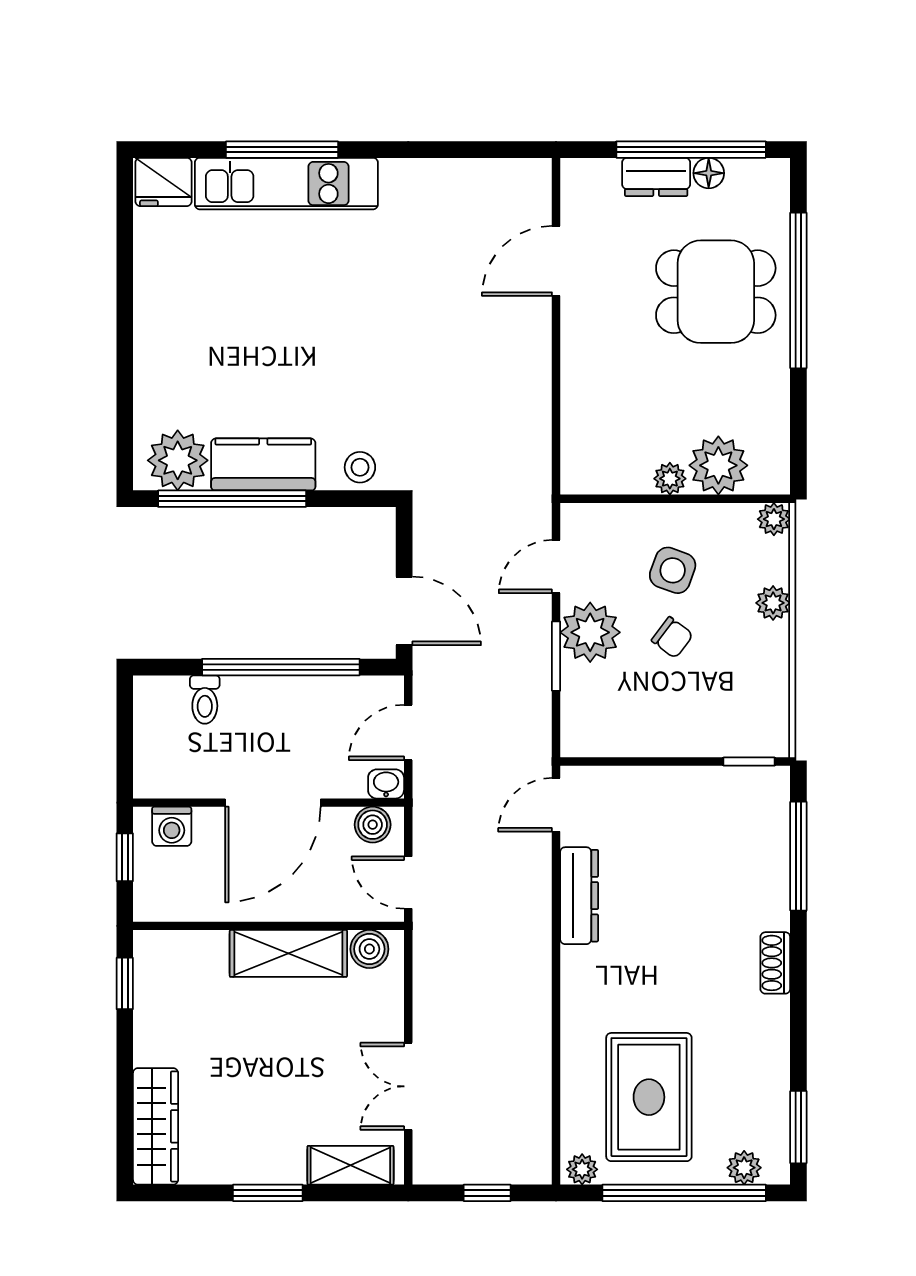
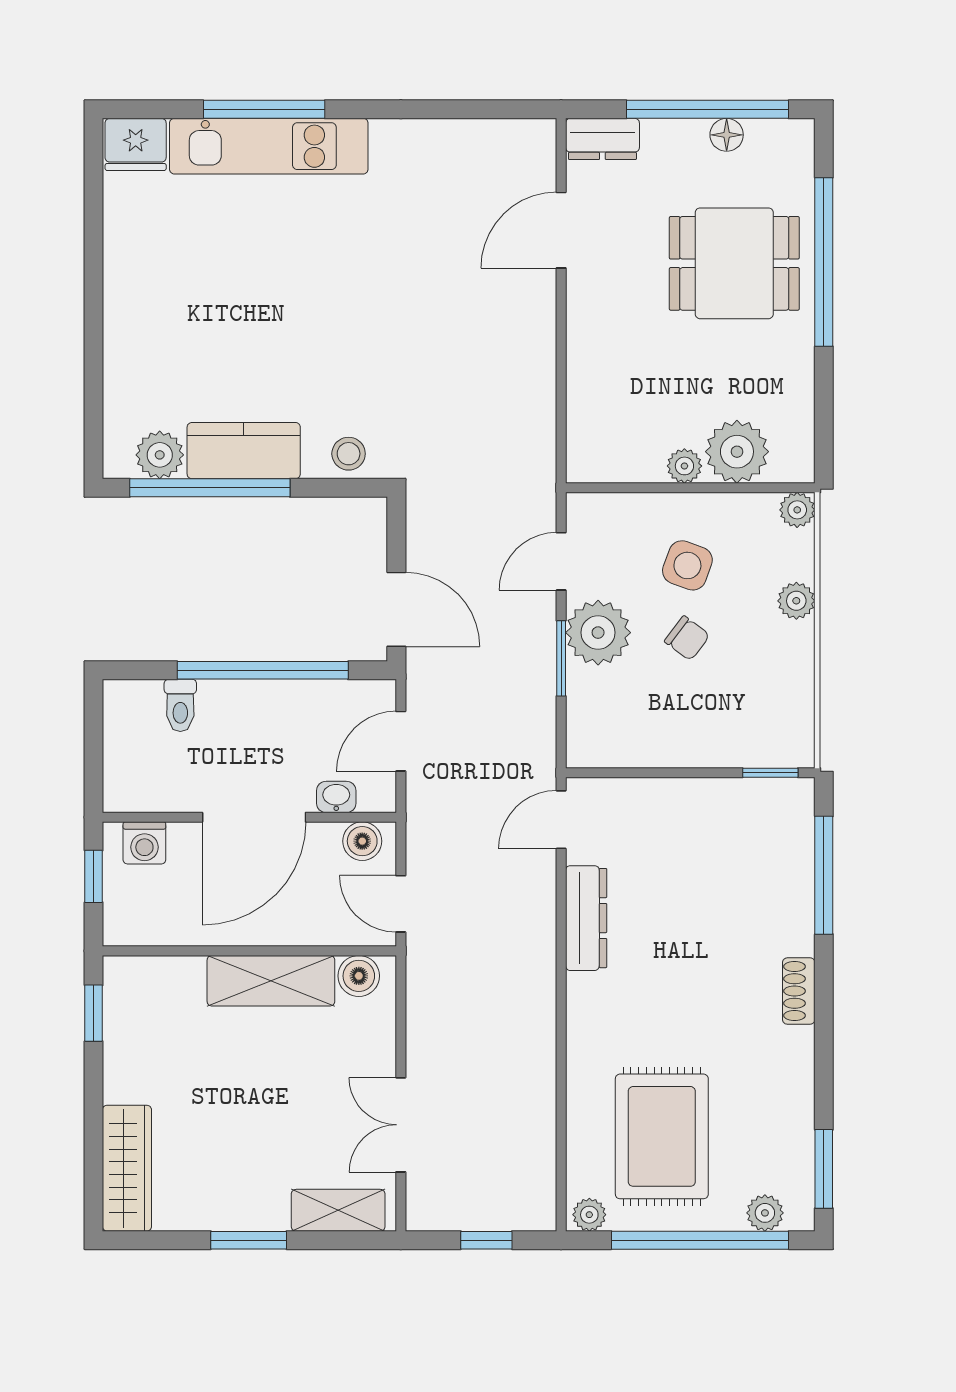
dresser: (656, 177) -> (602, 139), moved
plant: (178, 460) -> (160, 455), width x0.73, depth x0.73
washbasin: (386, 784) -> (336, 797), moved

